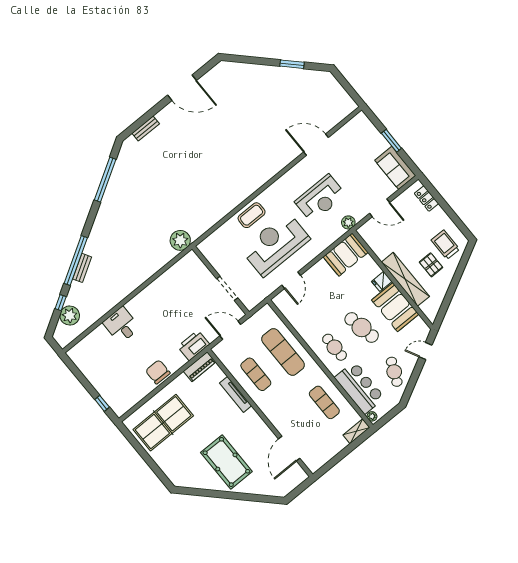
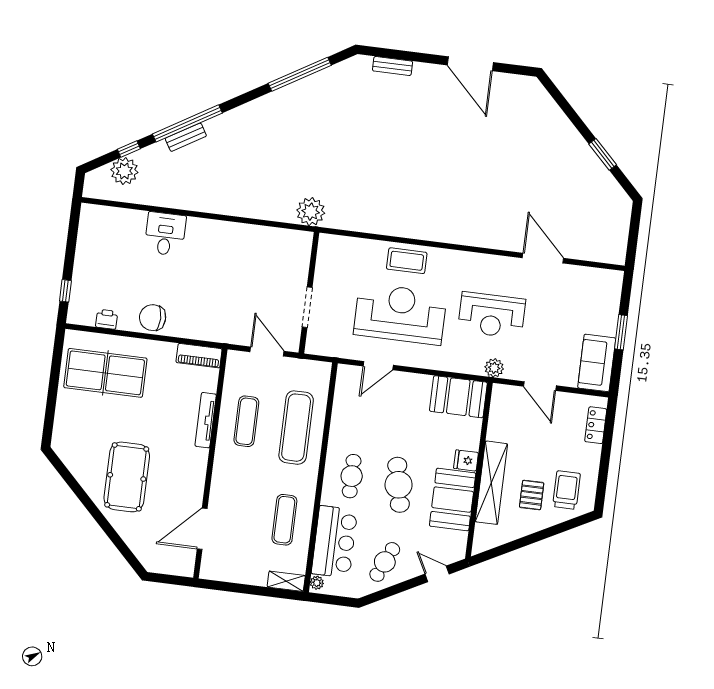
printer: (194, 345) -> (107, 319), moved, width x0.53, depth x0.68
chair: (158, 372) -> (153, 318), turned -90

